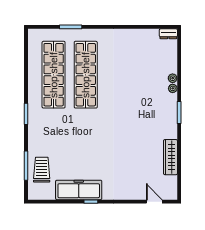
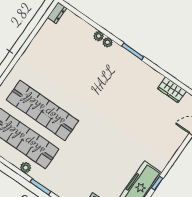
plant: (33, 92) -> (26, 168), added
wardrobe: (170, 157) -> (172, 90), width x0.67

